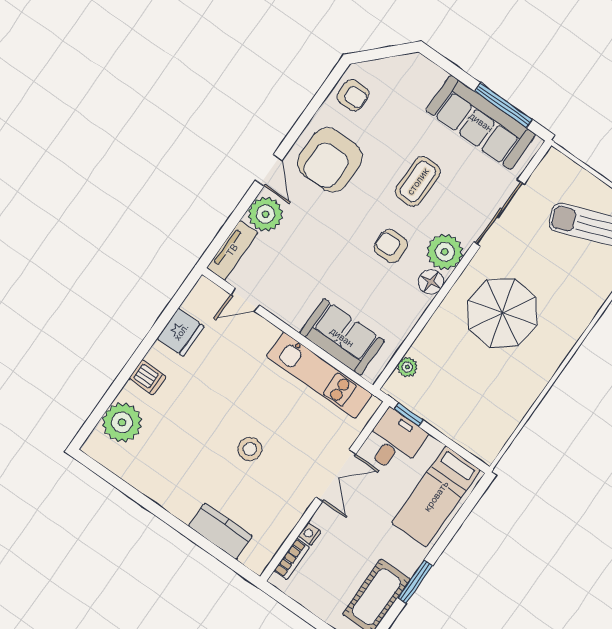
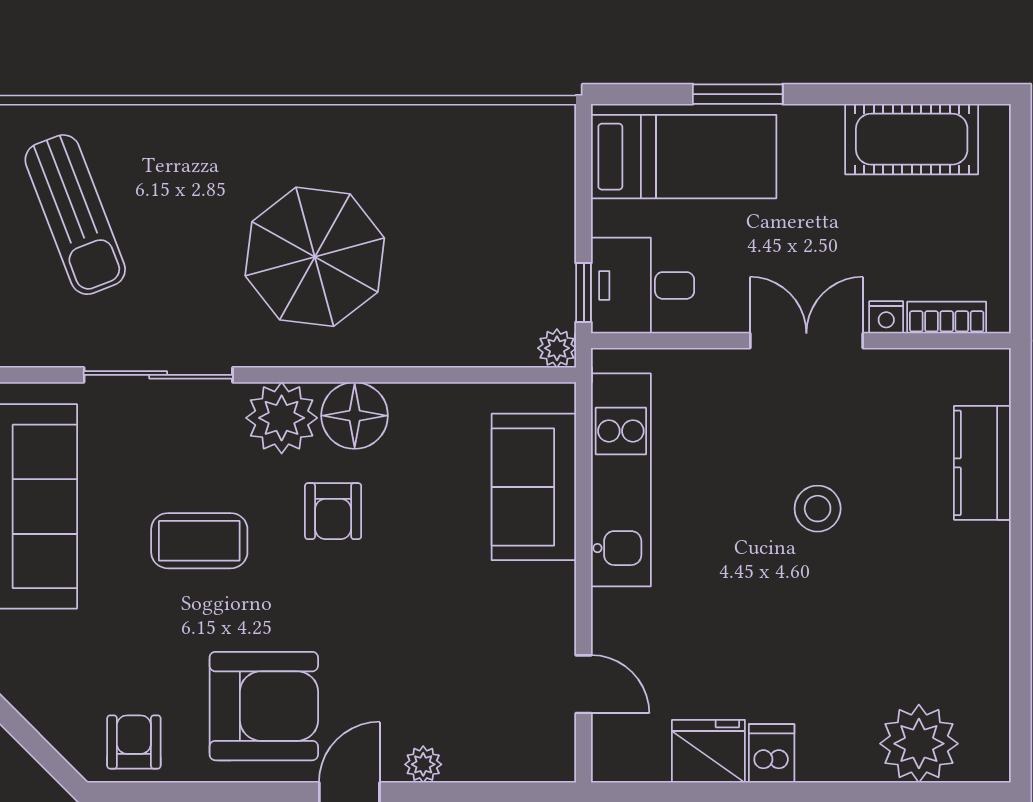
plant: (265, 214) -> (423, 764), width x0.53, depth x0.53
tv unit: (232, 250) -> (519, 761), removed
floor lamp: (431, 282) -> (355, 416), width x1.38, depth x1.38
plant: (407, 367) -> (557, 348), moved
dishwasher: (148, 377) -> (772, 753), moved
double door: (336, 475) -> (806, 341), moved
window: (415, 582) -> (738, 94), moved

